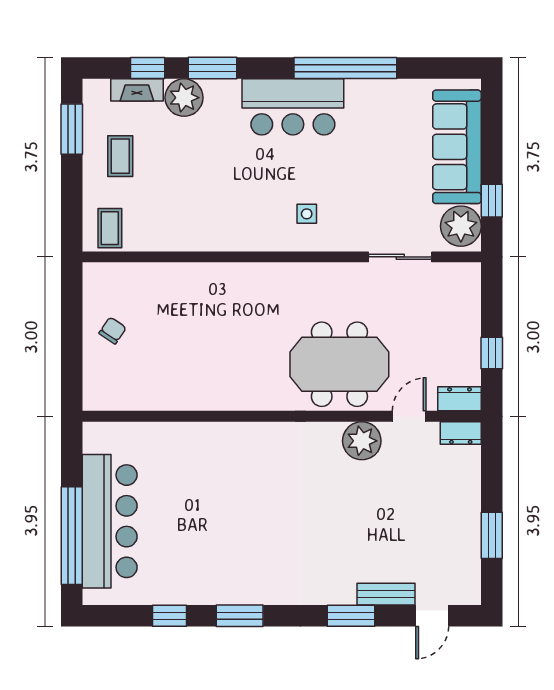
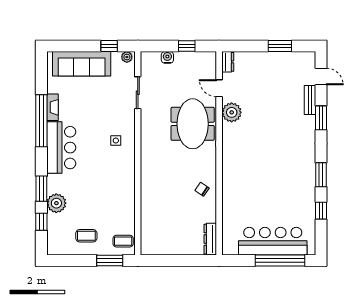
fireplace: (137, 90) -> (53, 107), moved
window: (72, 129) -> (110, 260), moved
plant: (461, 226) -> (127, 57), width x0.53, depth x0.53
water cooler: (469, 315) -> (167, 57), added
chair: (113, 331) -> (202, 189), moved
dresser: (460, 399) -> (210, 239), moved, width x1.44

